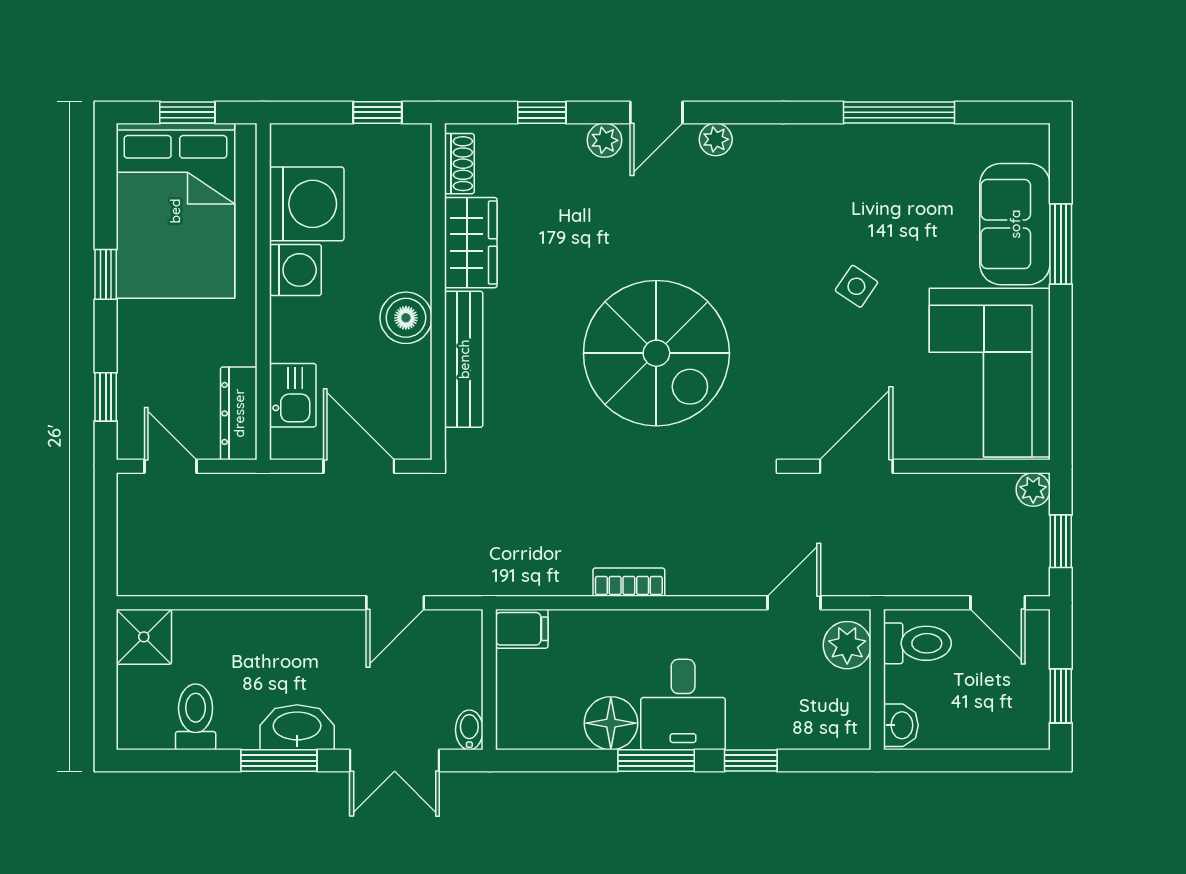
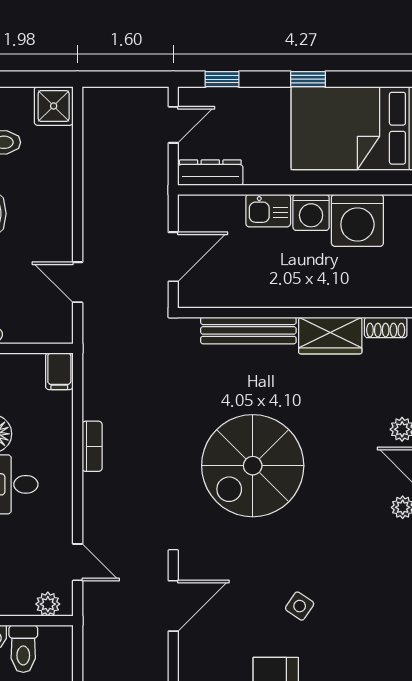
boiler: (406, 318) -> (277, 290), removed
kitchen sink: (293, 395) -> (268, 211), moved
door: (856, 466) -> (173, 606), hinge flipped
toilet: (917, 643) -> (23, 649), moved
plant: (847, 645) -> (48, 604), width x0.73, depth x0.73

